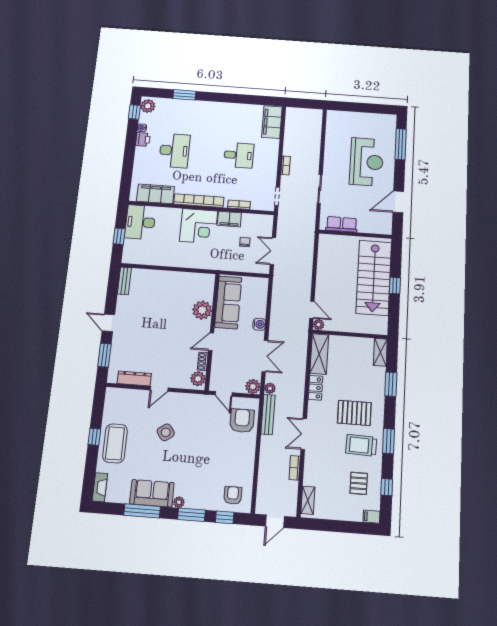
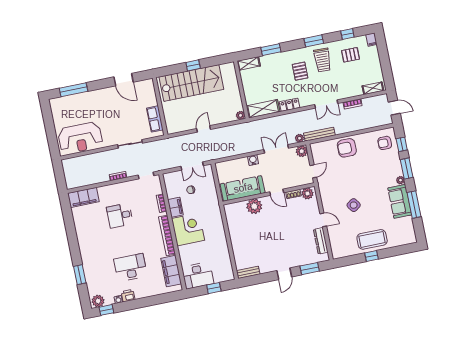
desk: (239, 155) -> (120, 216), turned -90
reception desk: (367, 162) -> (80, 138), moved, turned 180
door: (312, 310) -> (204, 129), moved
pallet: (354, 413) -> (300, 71), width x0.67, depth x0.71
armchair: (242, 421) -> (347, 148), moved
fireplace: (100, 487) -> (406, 240), removed

